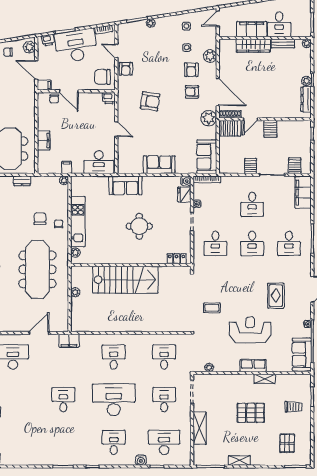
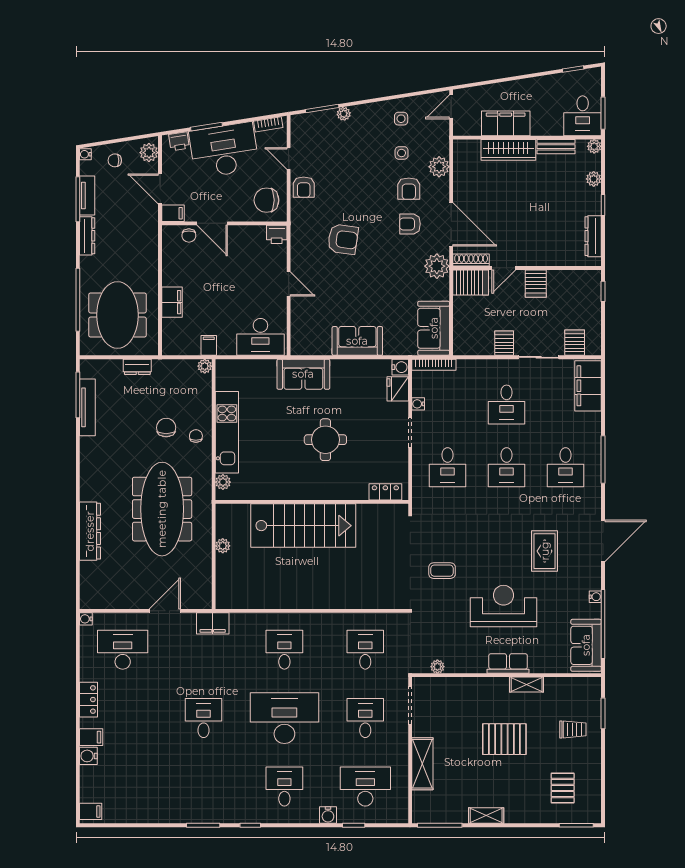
desk: (279, 24) -> (583, 116), moved
plant: (306, 81) -> (594, 179), moved

